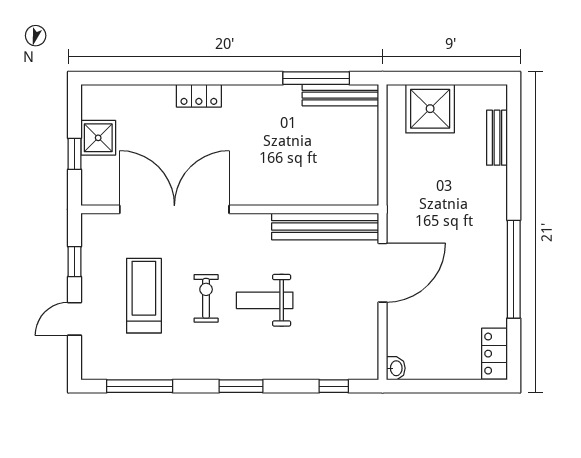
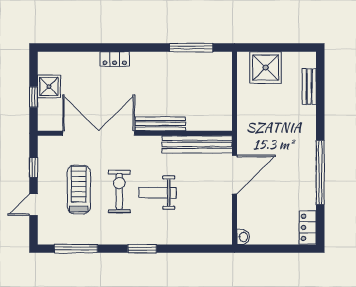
bench: (340, 95) -> (160, 124), moved
exercise bike: (206, 298) -> (119, 191), width x1.38, depth x1.39
window: (334, 386) -> (203, 249), removed

